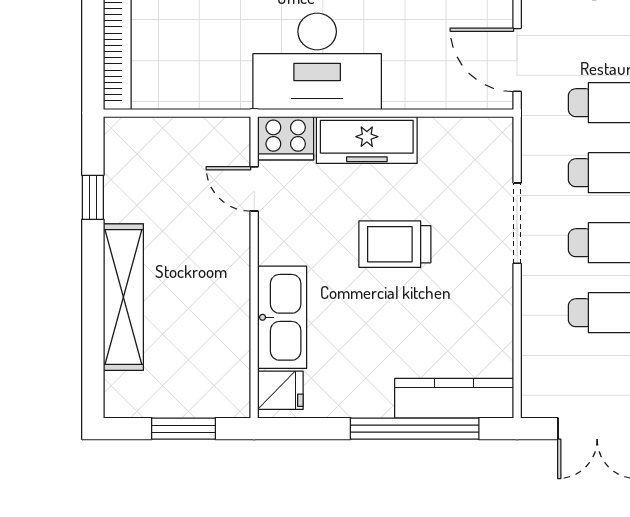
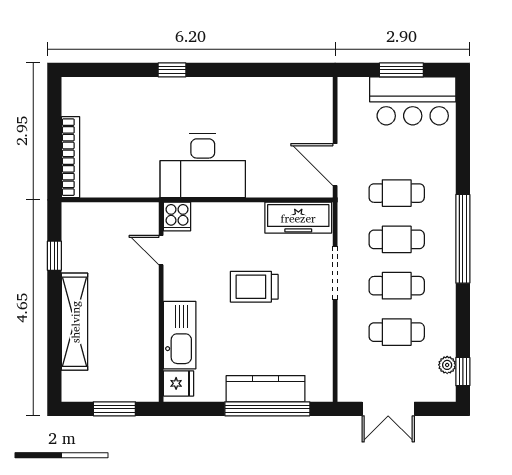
cooker: (286, 138) -> (177, 217), width x0.73
freezer: (367, 140) -> (298, 218), moved
kitchen counter: (454, 398) -> (266, 389), moved

